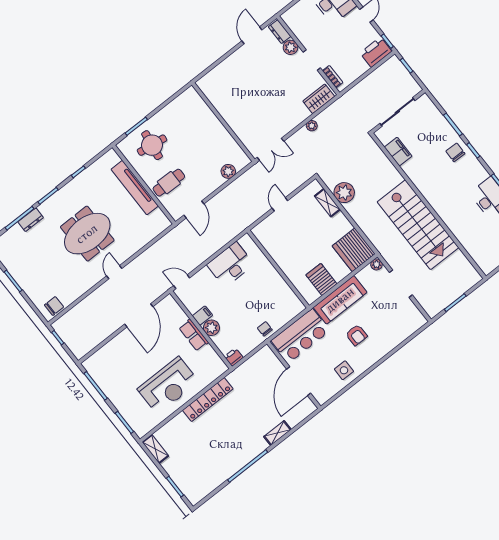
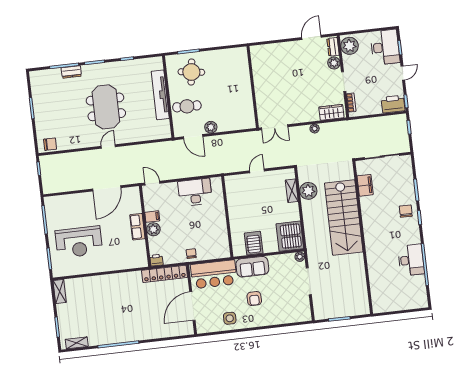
plant: (296, 20) -> (350, 46), added
plant: (228, 171) -> (211, 127), moved
door: (194, 209) -> (193, 137), hinge flipped
stairs: (418, 225) -> (344, 217), moved
meeting table: (87, 234) -> (106, 107), turned 90
sofa: (340, 300) -> (252, 267), width x0.73
reception desk: (168, 385) -> (79, 242), moved
locker: (208, 400) -> (165, 274), moved
shelving: (277, 433) -> (77, 343), moved

